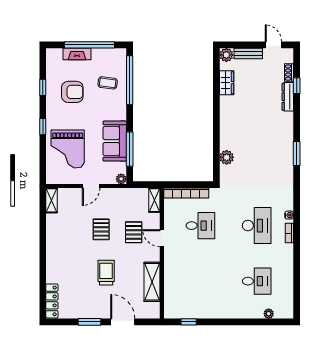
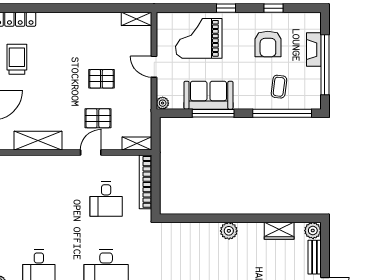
window: (130, 149) -> (213, 113), moved
plant: (227, 157) -> (229, 231), moved
trolley: (106, 273) -> (17, 59), moved, turned -90

